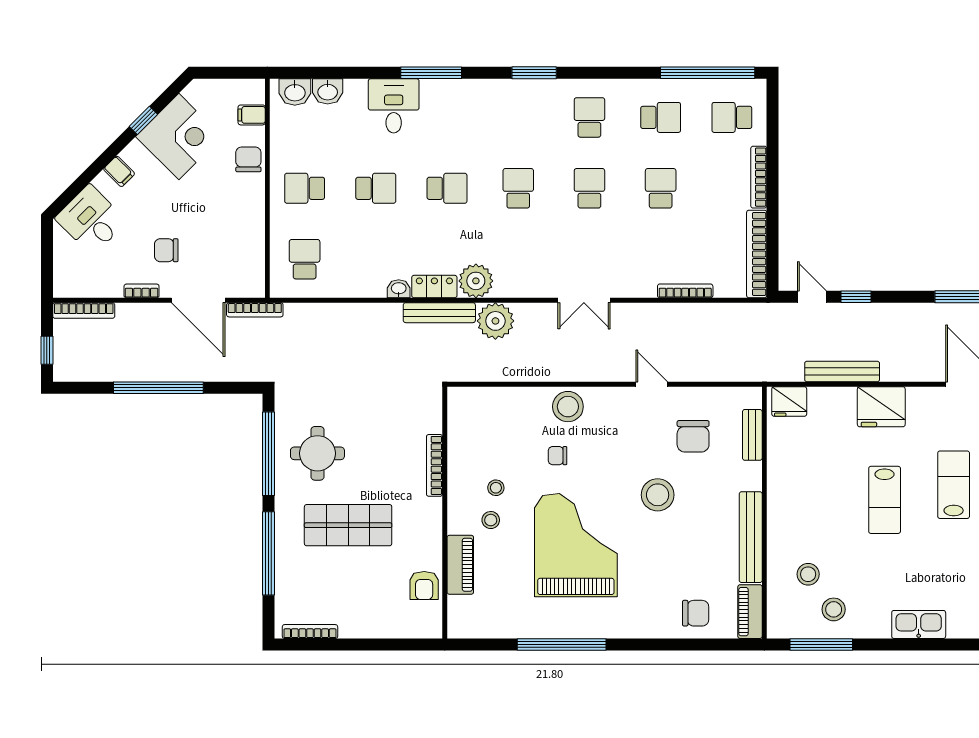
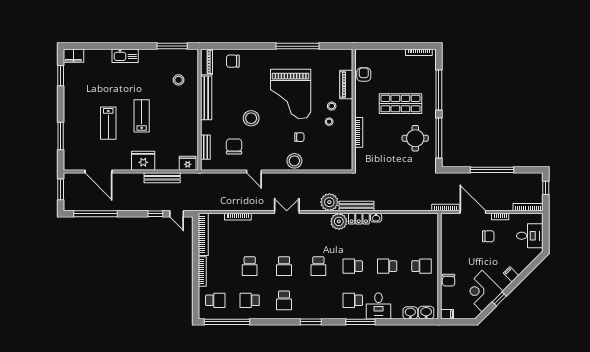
filing cabinet: (252, 115) -> (447, 314), moved
desk: (91, 220) -> (530, 236), moved, turned -45
school desk: (305, 259) -> (353, 300), moved, turned 90
stool: (834, 609) -> (166, 63), removed

